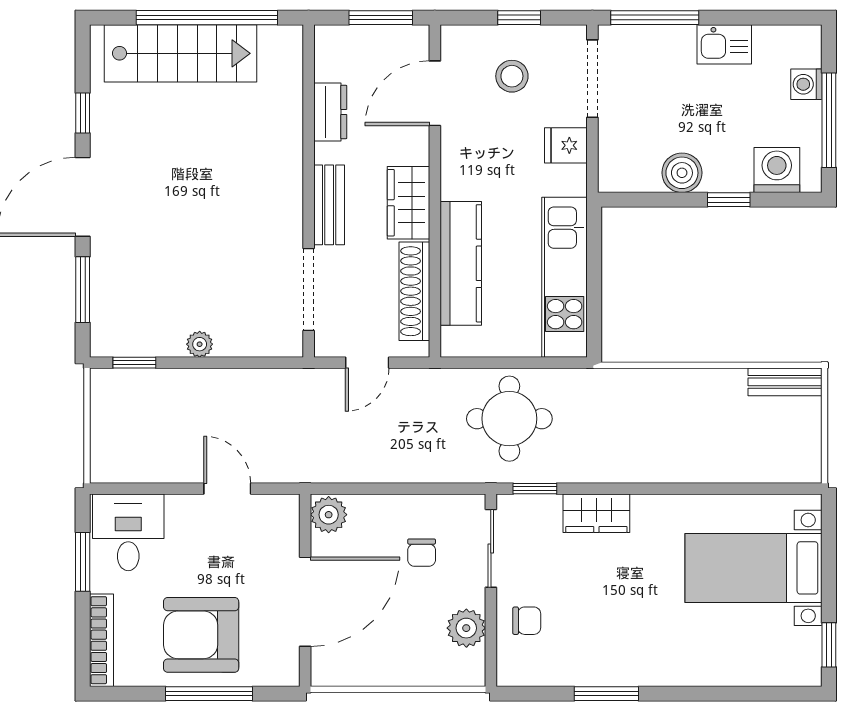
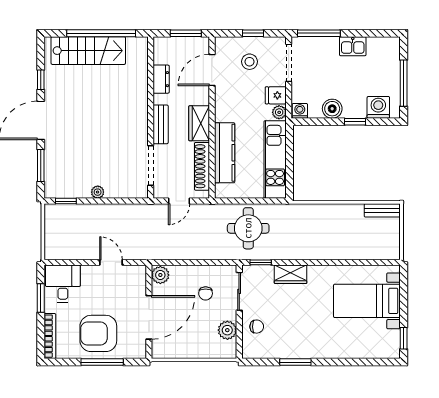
washing machine: (806, 84) -> (300, 111), moved, turned 90
plant: (573, 180) -> (279, 112), added

